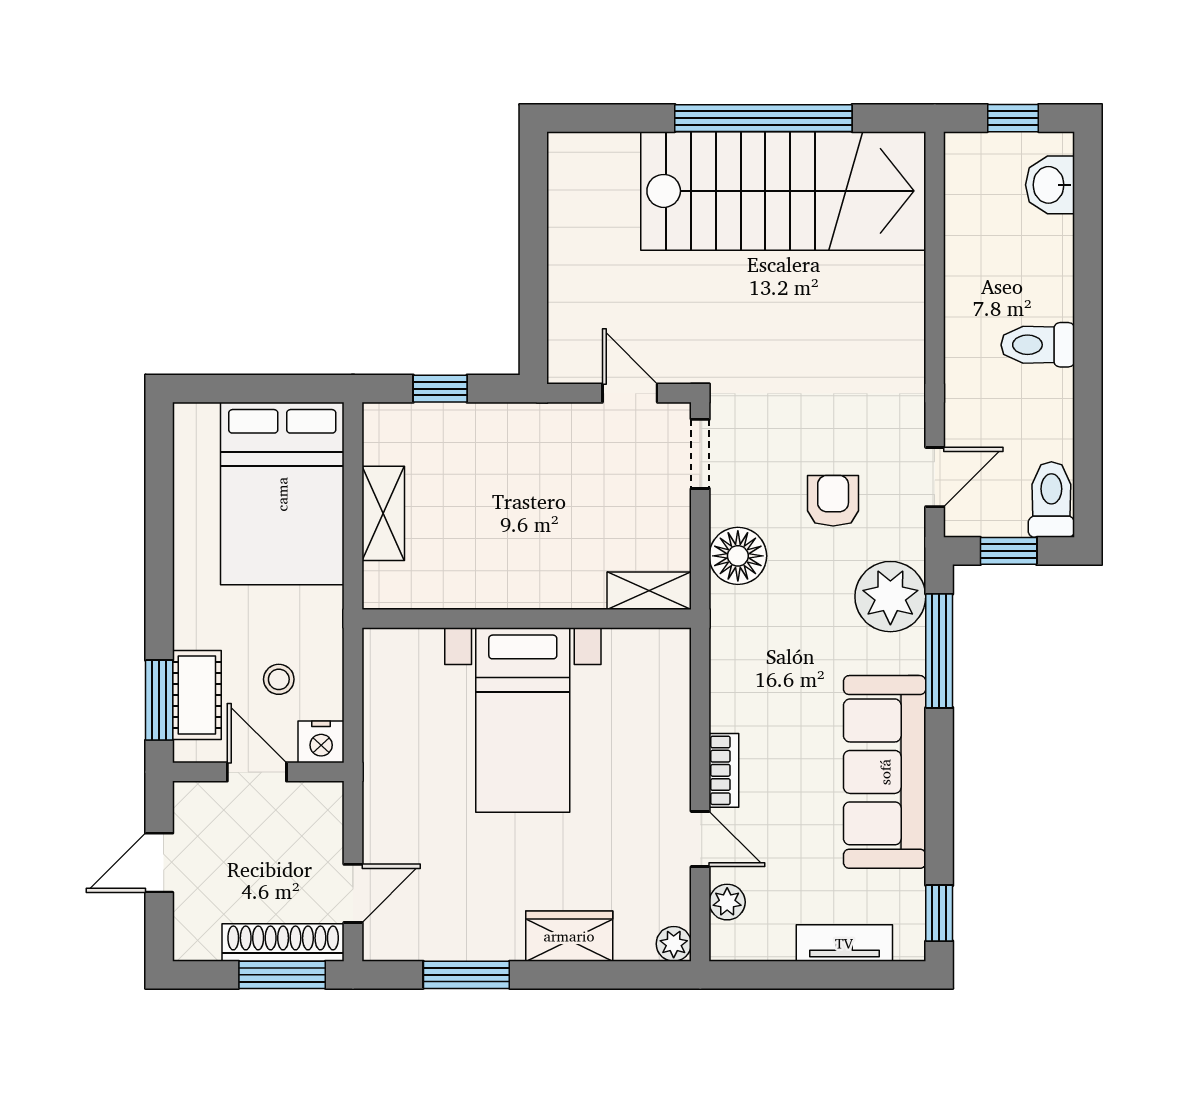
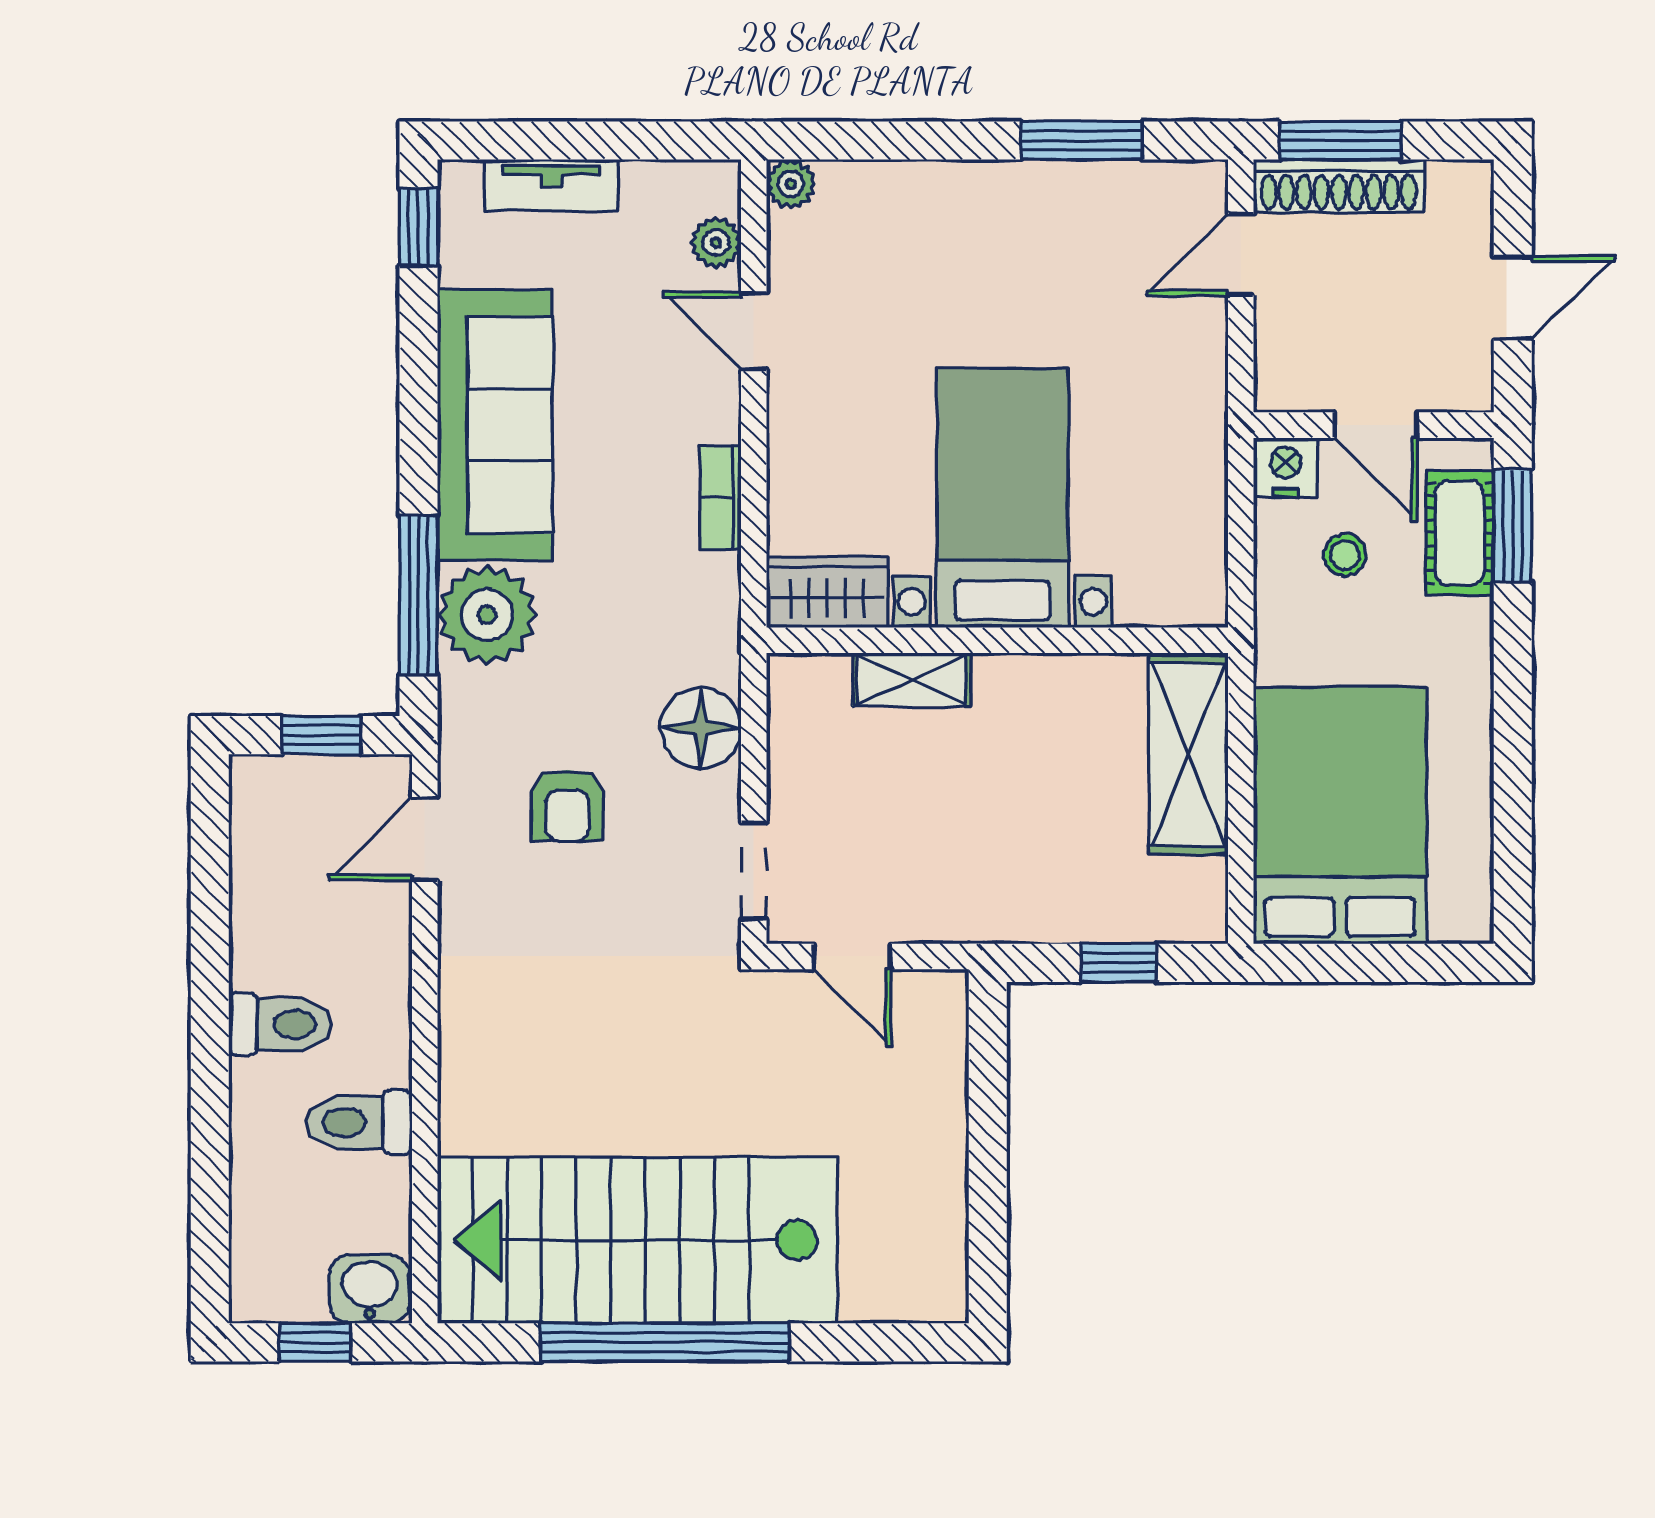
washbasin: (1050, 185) -> (370, 1289), moved, turned -90
toilet: (1051, 499) -> (359, 1122), moved, turned 90
shelving: (383, 513) -> (1188, 755), width x1.50, depth x1.33
shelving: (649, 591) -> (912, 679), moved
plant: (890, 597) -> (487, 615), moved
bookcase: (724, 770) -> (720, 498), moved
wardrobe: (569, 936) -> (827, 592), moved, turned 180

